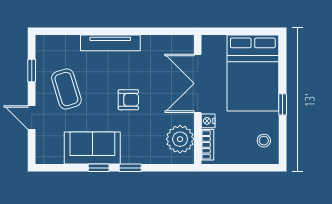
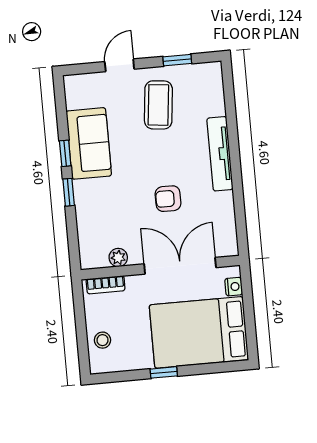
coffee table: (66, 89) -> (158, 105), turned -67
armchair: (128, 100) -> (168, 199), moved, turned 90
nightstand: (208, 121) -> (234, 287), moved, turned 90
plant: (180, 139) -> (118, 258), width x0.53, depth x0.53
stool: (264, 141) -> (102, 340), moved

